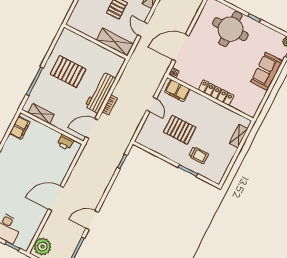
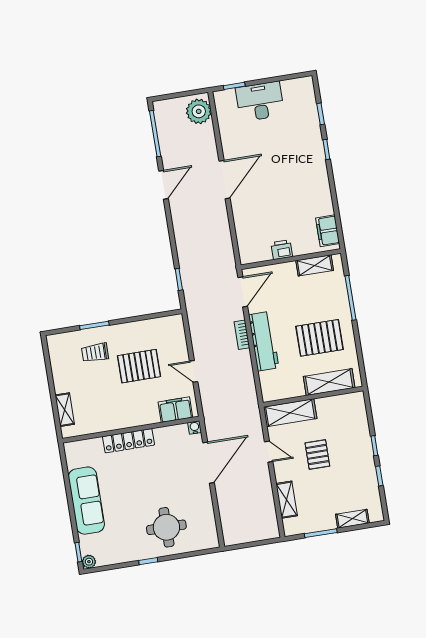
round table: (230, 29) -> (166, 527), width x0.73, depth x0.73
shelving: (81, 43) -> (329, 382), added
sofa: (267, 71) -> (86, 501), width x1.36
printer: (65, 142) -> (282, 250), moved

